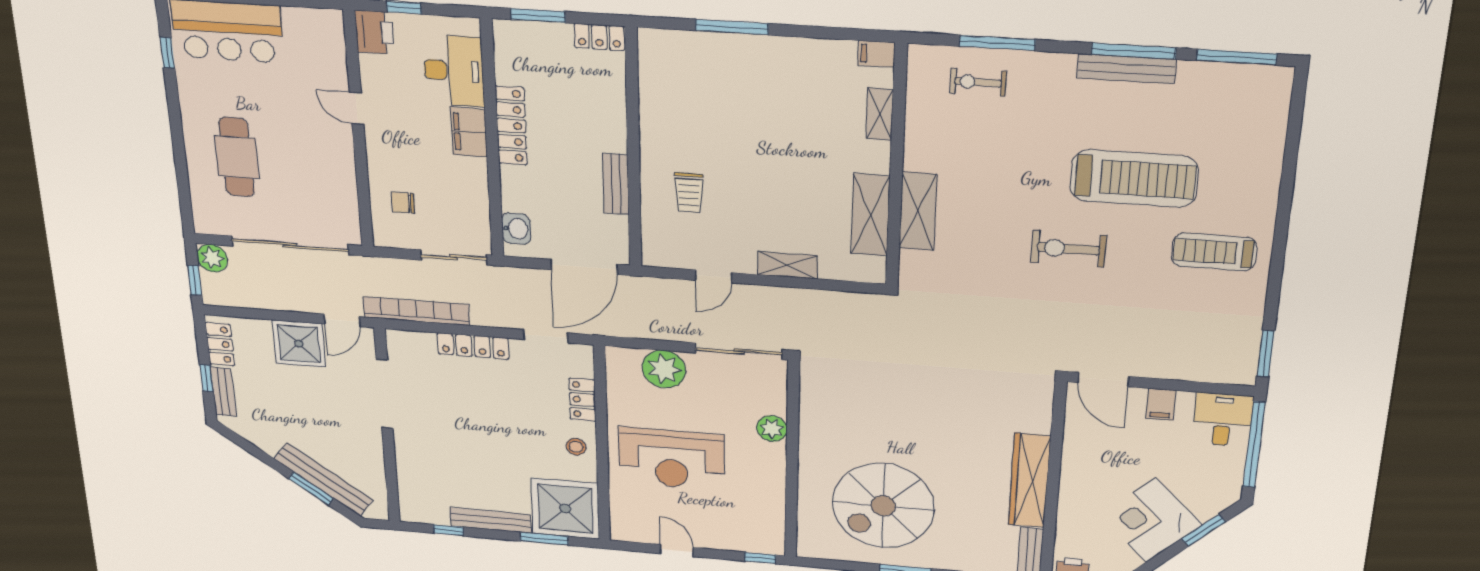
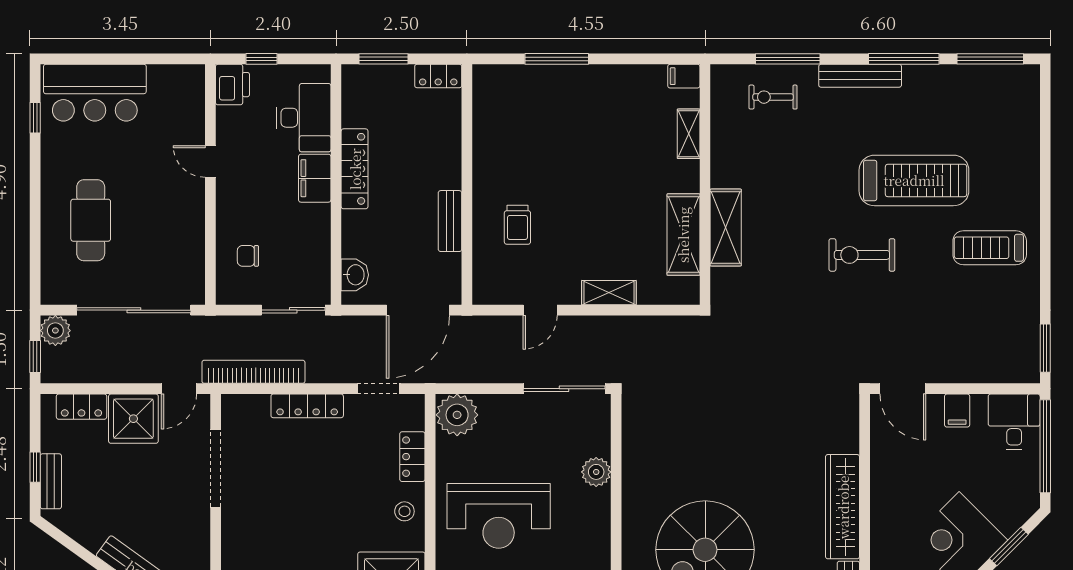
bench: (1126, 69) -> (860, 76), moved
locker: (220, 344) -> (81, 407), moved, turned 90
plant: (664, 369) -> (457, 415), moved

